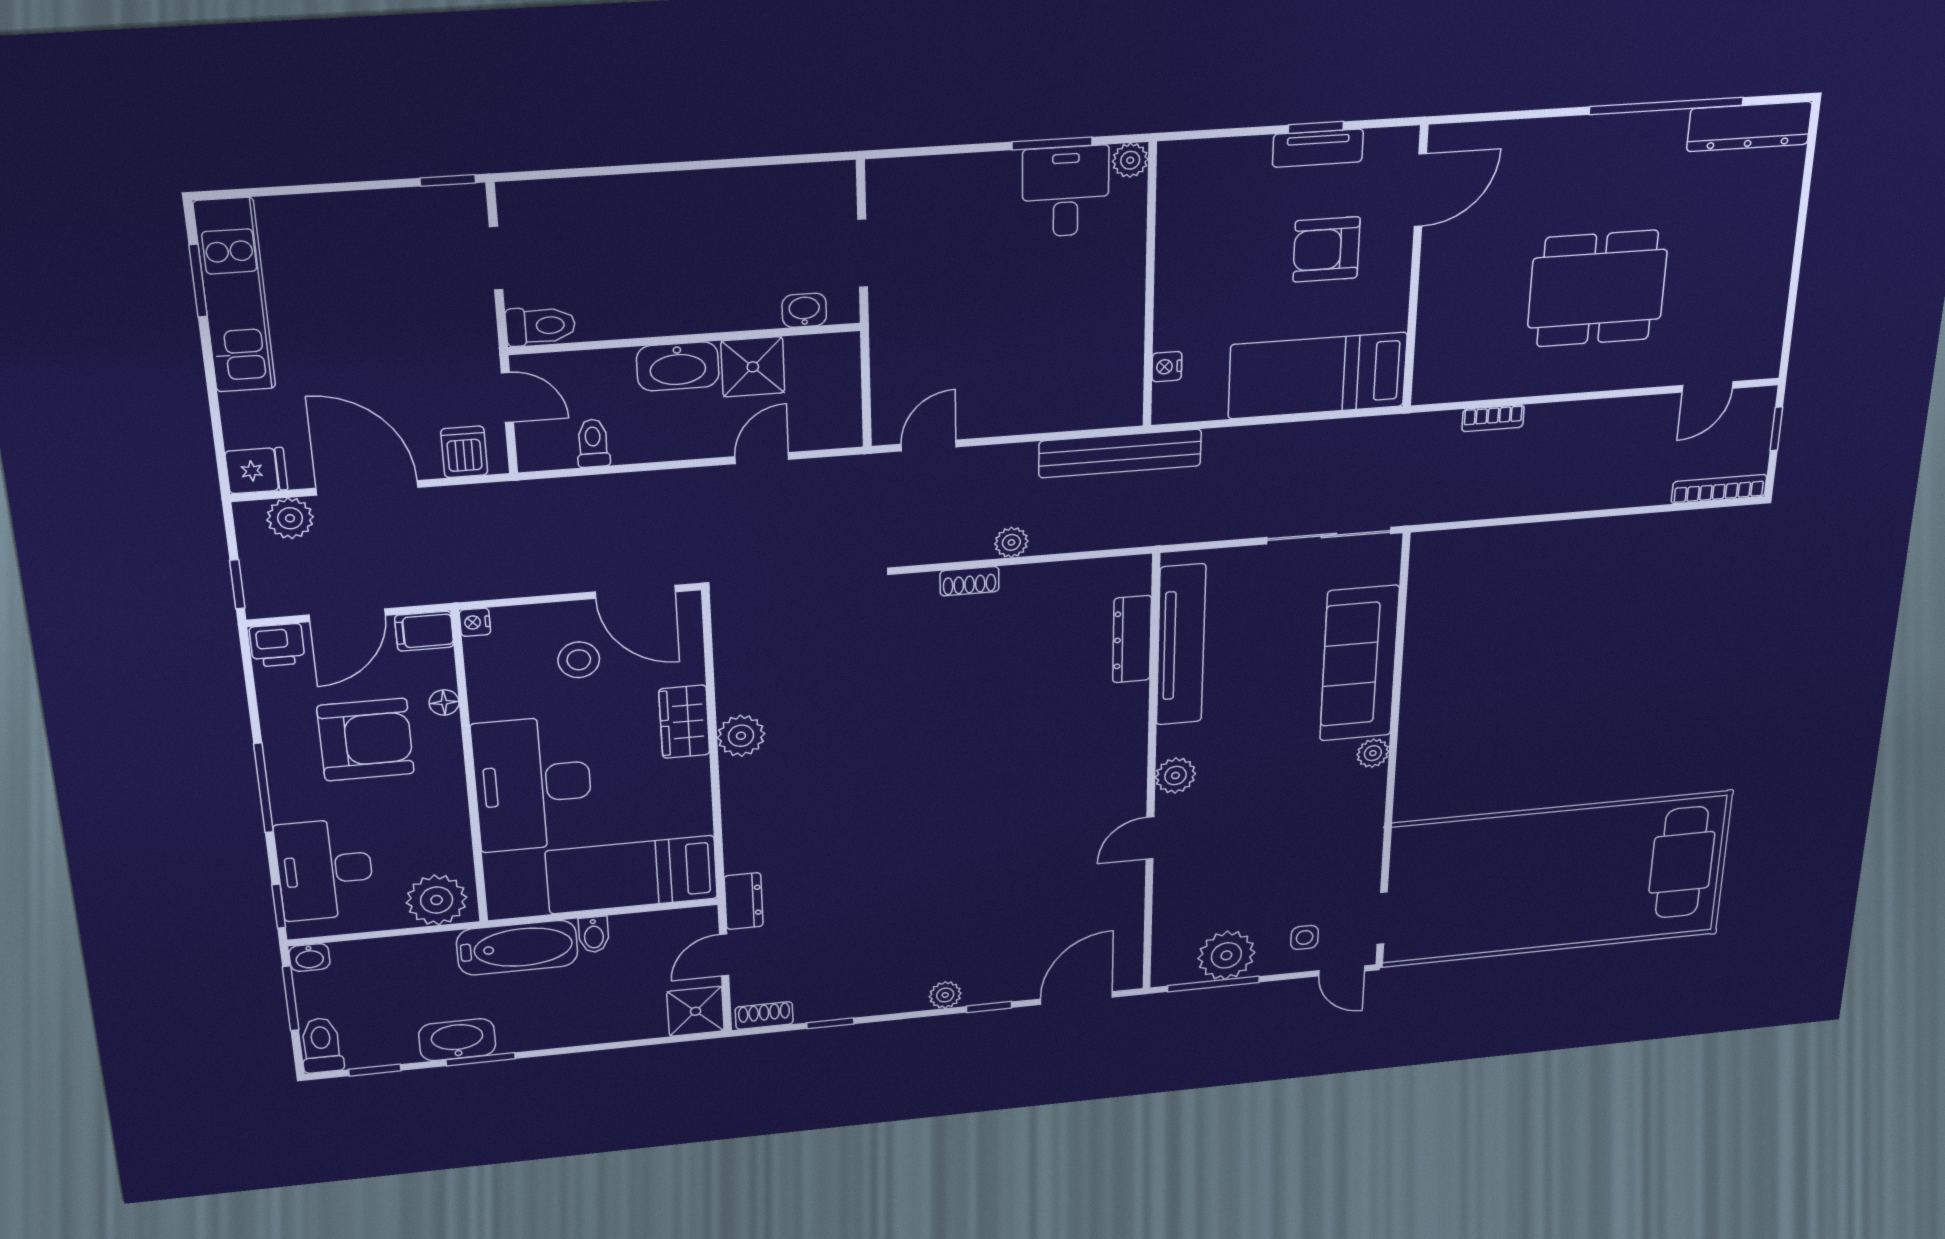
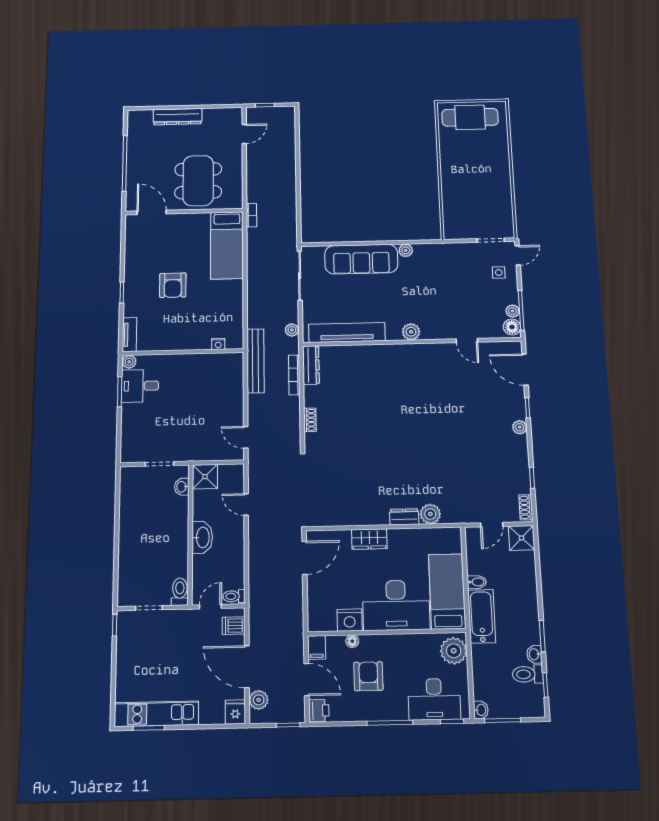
dresser: (1749, 127) -> (178, 117), moved, turned 90
tv unit: (1318, 148) -> (129, 335), moved
door: (1420, 190) -> (152, 212), moved
wall: (1415, 268) -> (184, 212), moved
shower: (753, 367) -> (205, 477), moved
bed: (1318, 376) -> (227, 245), moved
door: (1707, 387) -> (244, 134), hinge flipped
toilet: (593, 443) -> (234, 596), moved
door: (367, 488) -> (247, 667), hinge flipped
bookcase: (1719, 489) -> (294, 375), moved
plant: (1011, 542) -> (292, 330), moved
nightstand: (475, 622) -> (350, 620), moved, width x1.89, depth x1.79
dresser: (1132, 639) -> (311, 365), moved, turned -90
stool: (579, 660) -> (335, 583), removed
plant: (741, 736) -> (430, 514), moved
armchair: (366, 740) -> (368, 676), width x0.73, depth x0.73
door: (1150, 838) -> (467, 341), moved
bed: (632, 875) -> (447, 591), moved, turned 180
dresser: (744, 901) -> (404, 517), moved
door: (724, 955) -> (492, 525), hinge flipped
plant: (1226, 955) -> (513, 311), width x0.53, depth x0.53
floor lamp: (1176, 969) -> (512, 327), added
washbasin: (457, 1040) -> (534, 654), width x0.52, depth x0.69
toilet: (321, 1045) -> (528, 674), moved

